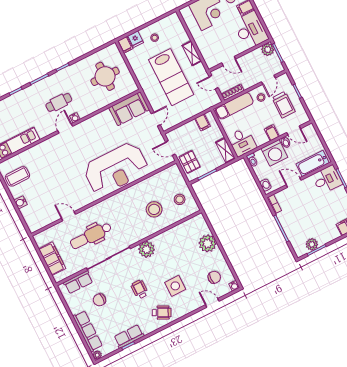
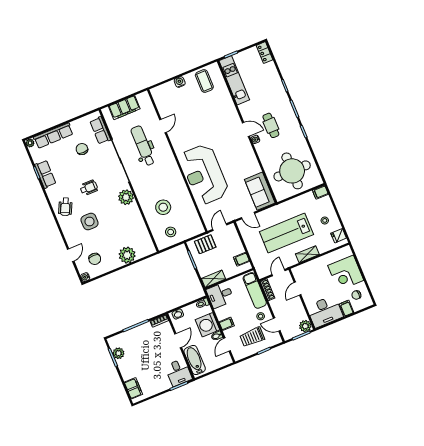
fridge: (136, 39) -> (339, 236), moved
round table: (105, 76) -> (292, 171), width x1.36, depth x1.36

